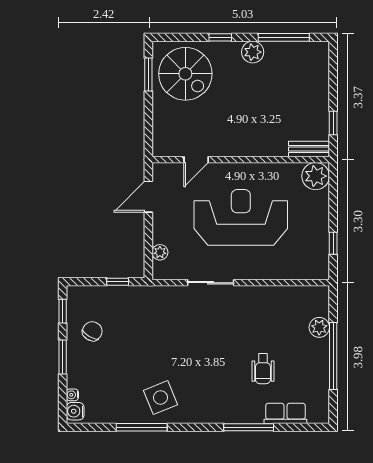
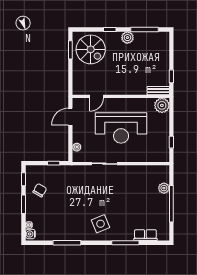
reception desk: (241, 217) -> (121, 128), turned 180
wheelchair: (263, 369) -> (133, 211), removed
side table: (160, 398) -> (100, 224), moved

